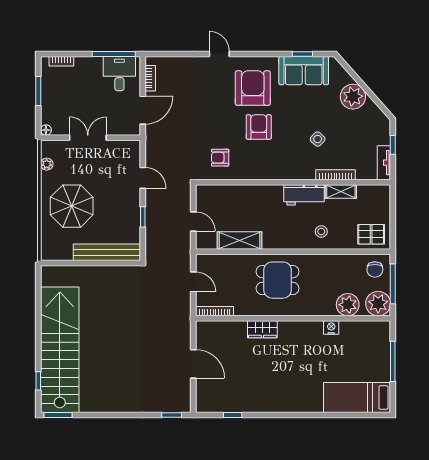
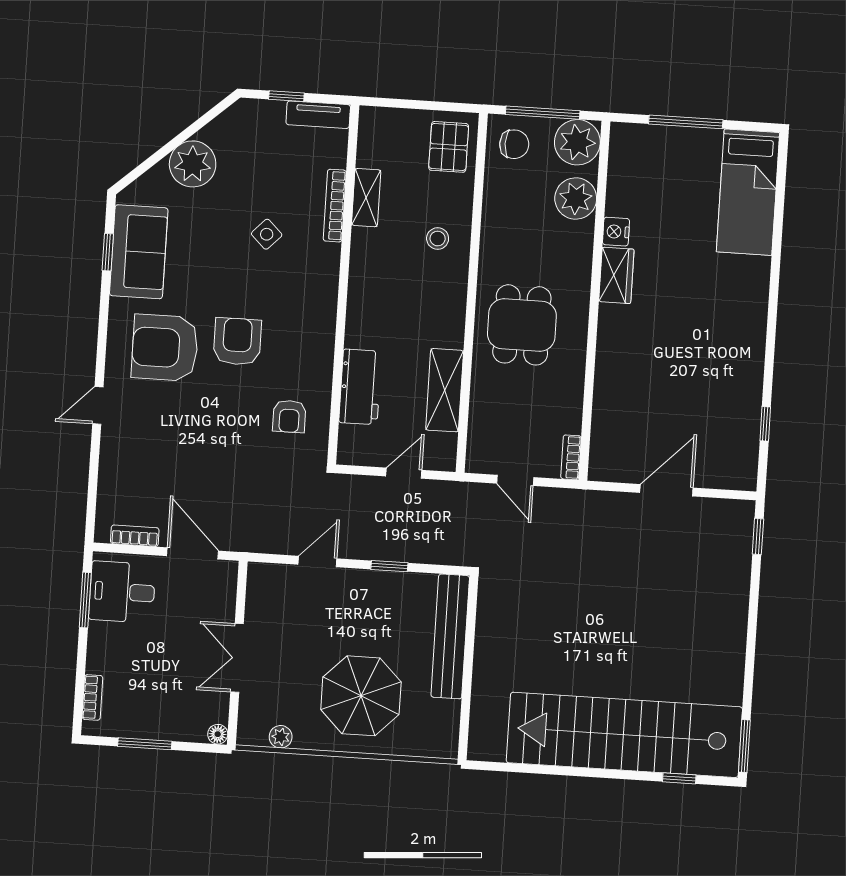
window: (114, 54) -> (85, 600), width x0.69
armchair: (259, 127) -> (237, 341), turned 90
workbench: (304, 195) -> (360, 387), moved
door: (193, 282) -> (515, 480), swing flipped
bookcase: (215, 311) -> (571, 457), width x0.64
wardrobe: (262, 329) -> (616, 275), moved

